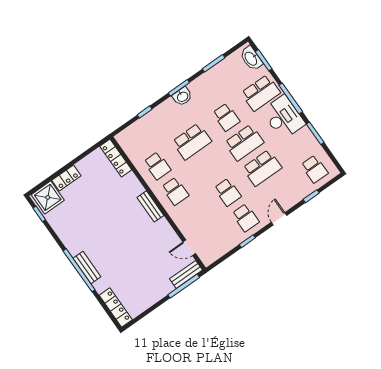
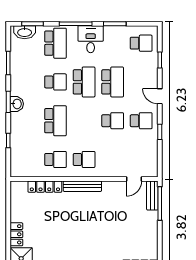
desk: (283, 117) -> (91, 39), width x0.73
locker: (116, 158) -> (45, 187), moved
bench: (150, 206) -> (82, 186), width x1.36

